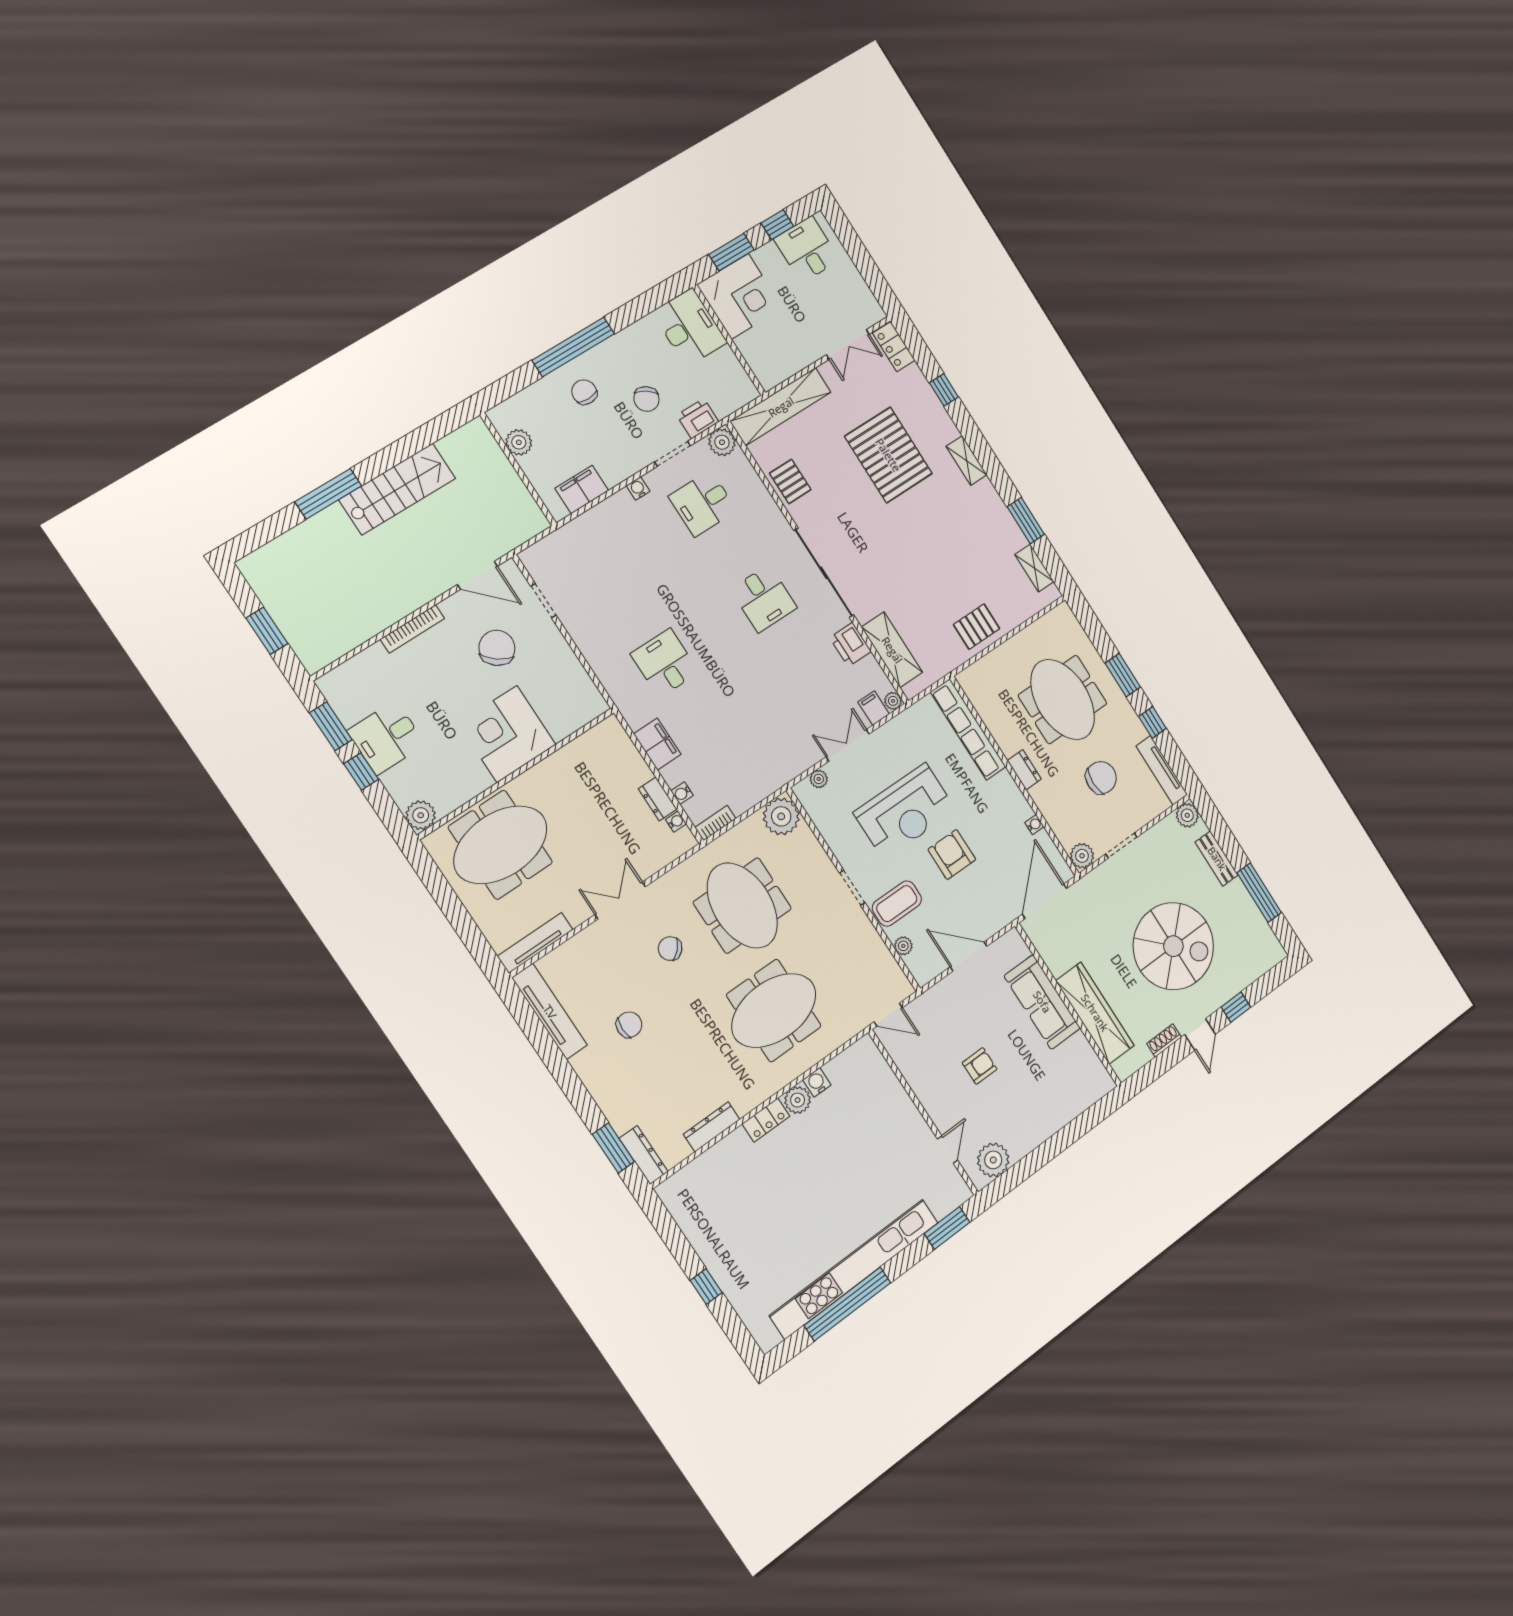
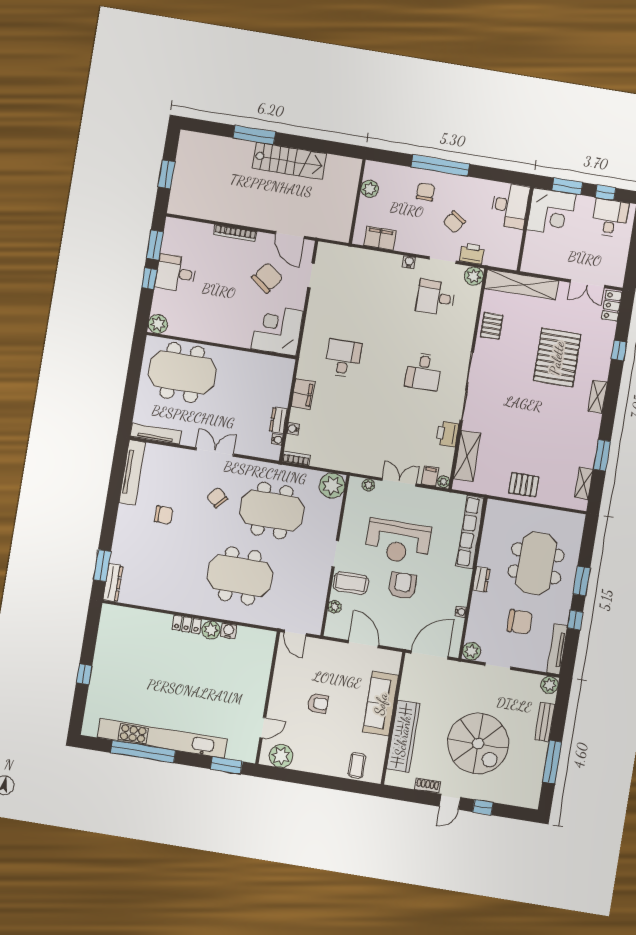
corner desk: (507, 734) -> (277, 330), moved
meeting table: (742, 906) -> (272, 510), turned 90
coffee table: (1077, 1091) -> (357, 766), added
dresser: (712, 1127) -> (158, 602), removed

